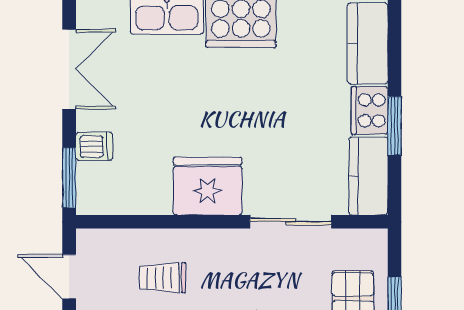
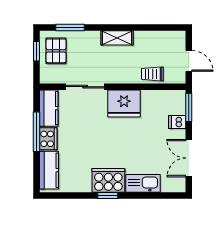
window: (395, 126) -> (36, 132), width x1.44
trolley: (162, 278) -> (152, 74), moved, turned 180

